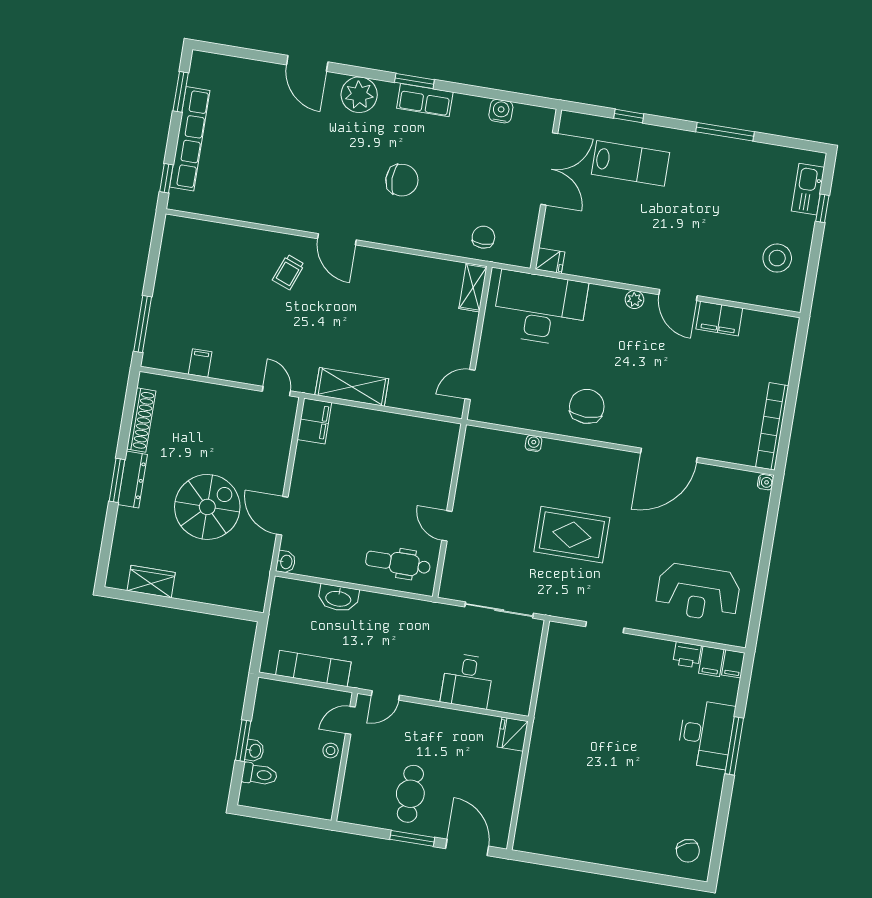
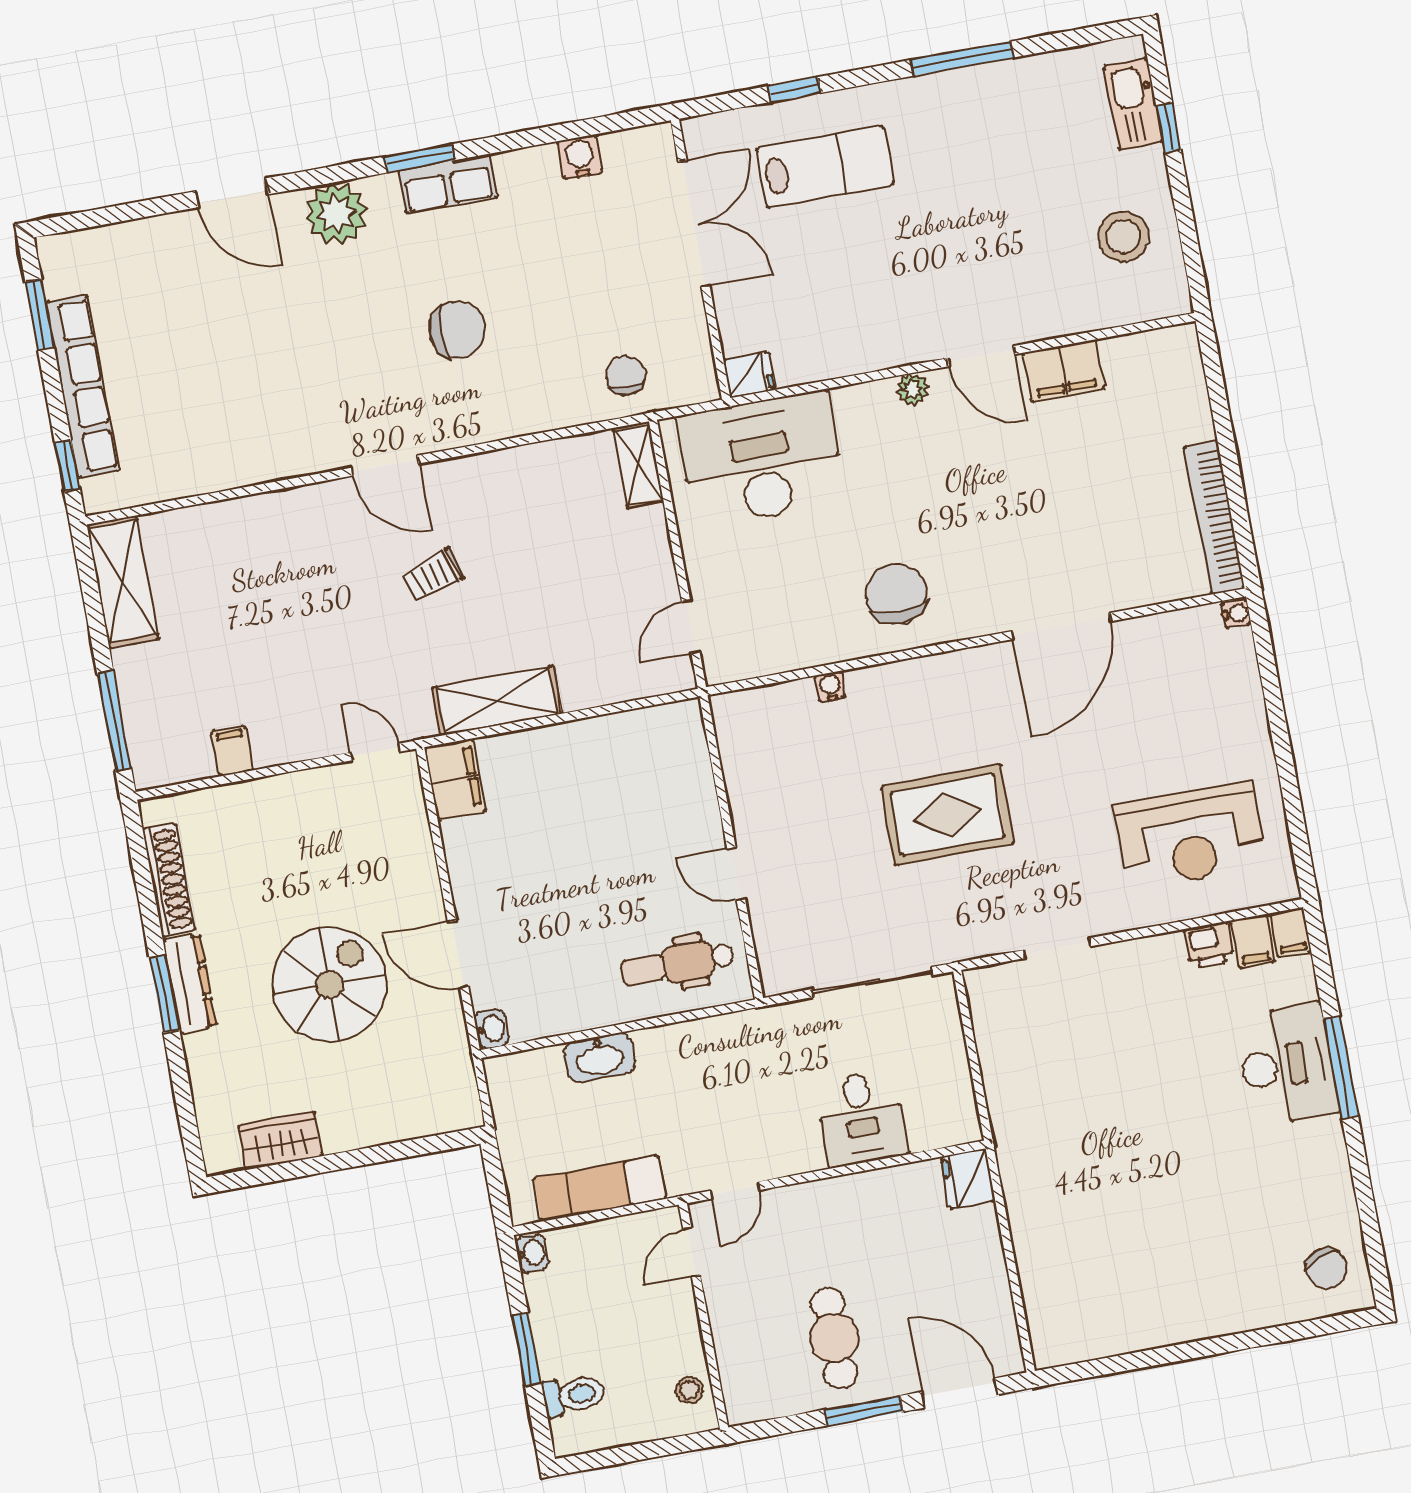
shelving: (174, 251) -> (122, 582), added
trolley: (289, 272) -> (433, 575), moved, turned 51
washbasin: (255, 751) -> (532, 1253), moved
stool: (331, 751) -> (689, 1390), moved

